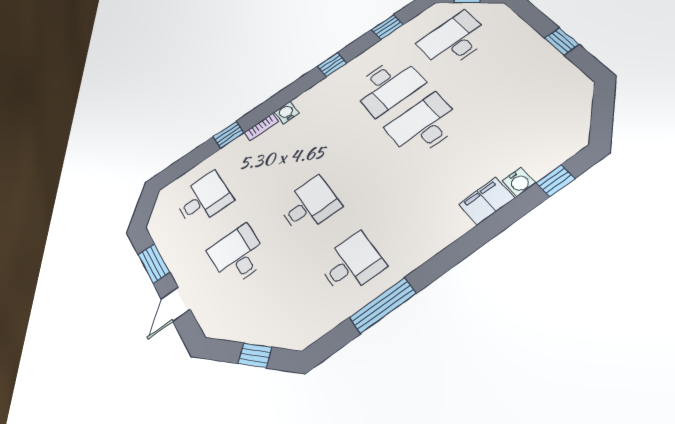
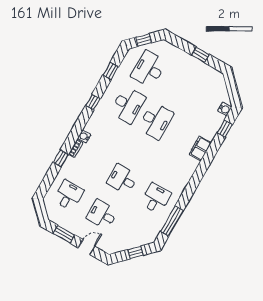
desk: (424, 125) -> (156, 121), turned 180
water cooler: (519, 182) -> (225, 109), moved
desk: (309, 205) -> (122, 179), turned -90
door: (176, 304) -> (86, 247), swing flipped
window: (383, 305) -> (172, 221), moved

